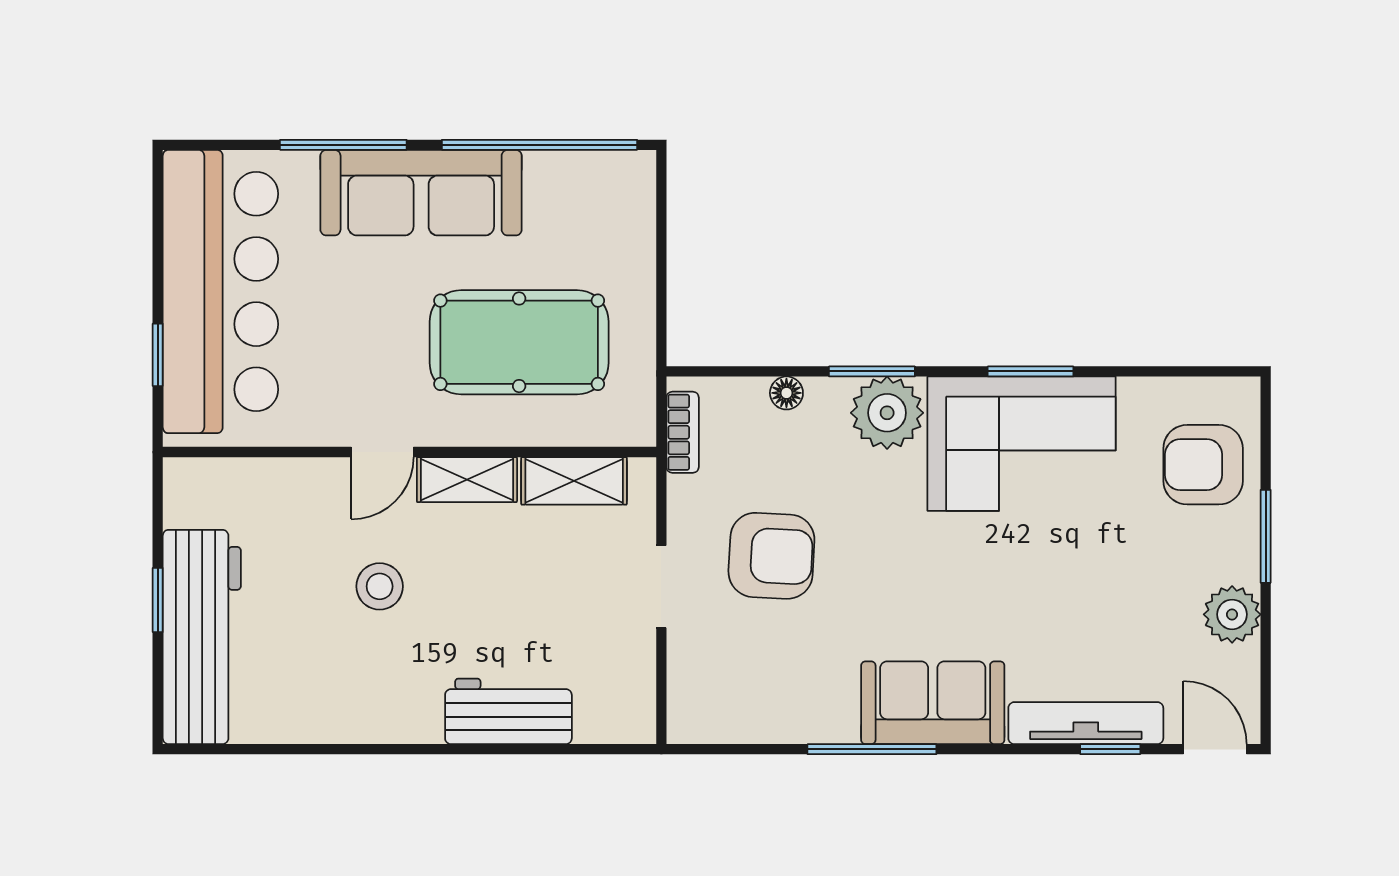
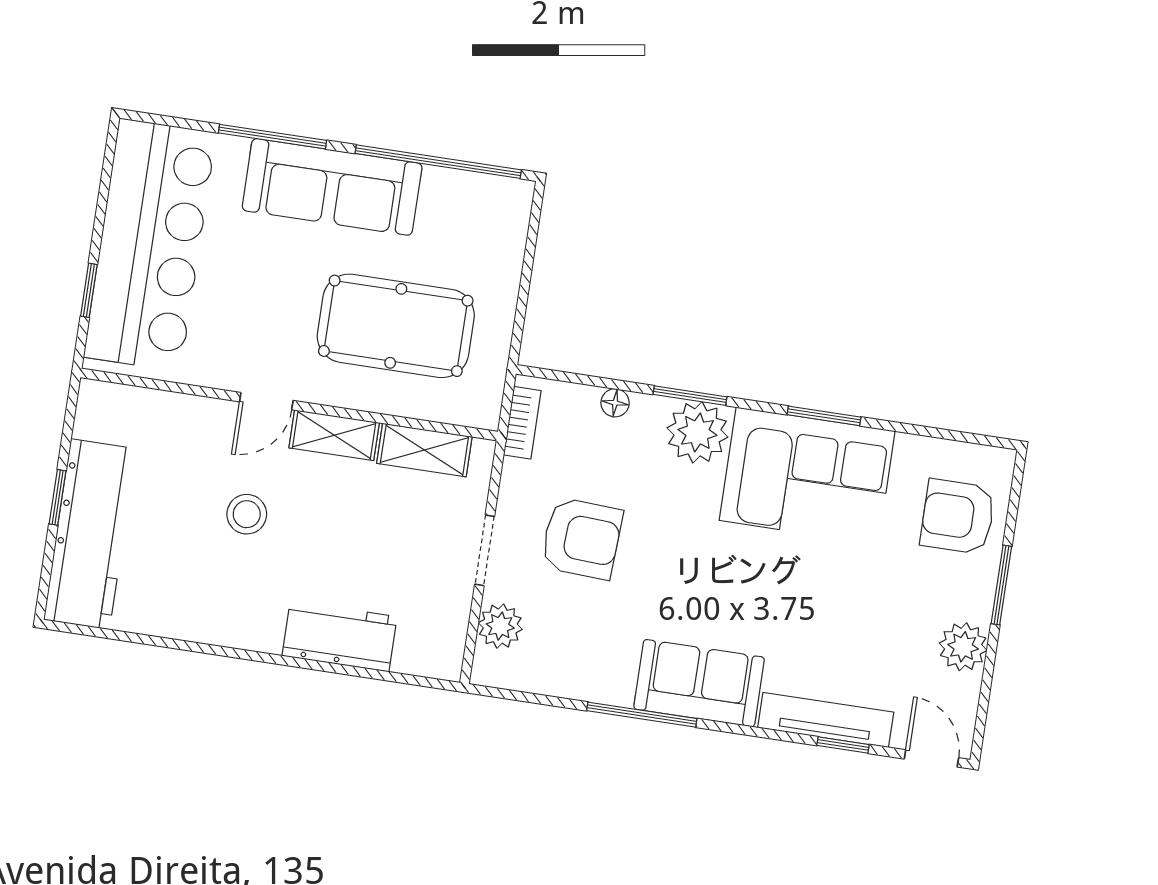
plant: (693, 672) -> (500, 626), added

